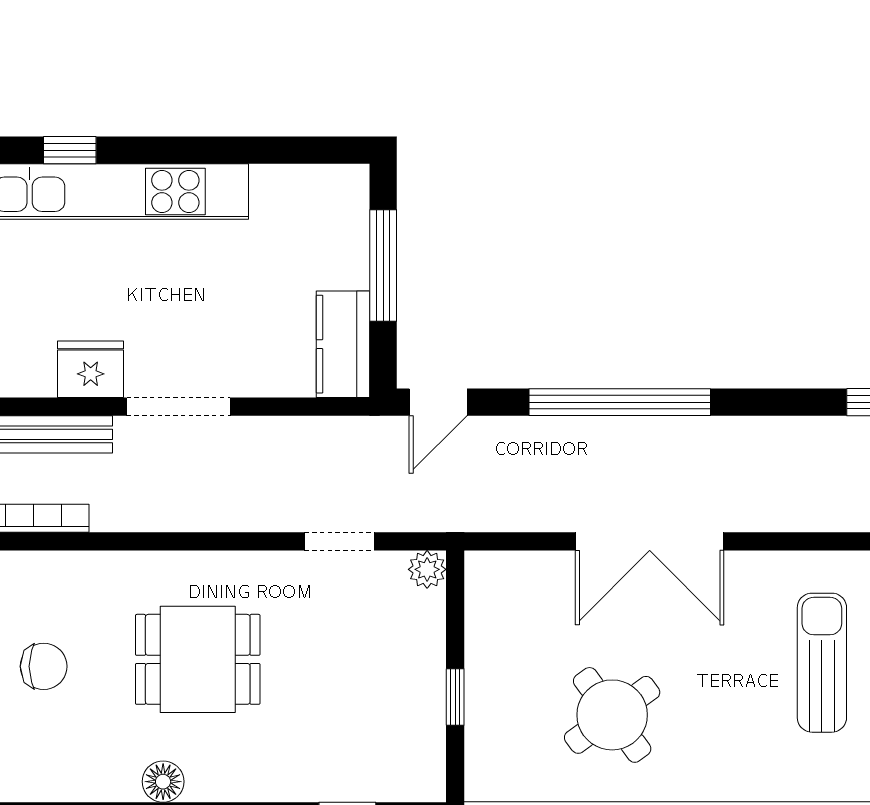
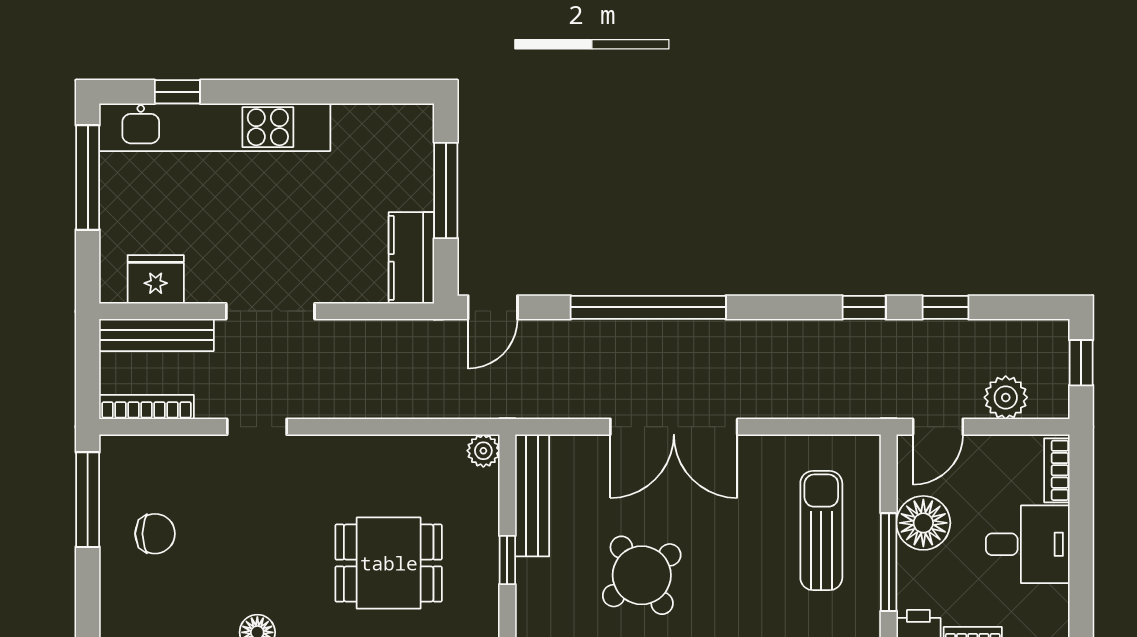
fridge: (91, 369) -> (156, 279), moved
doorway: (339, 541) -> (257, 427), moved
bench: (484, 622) -> (532, 495), added
dining table: (198, 659) -> (389, 563), moved

